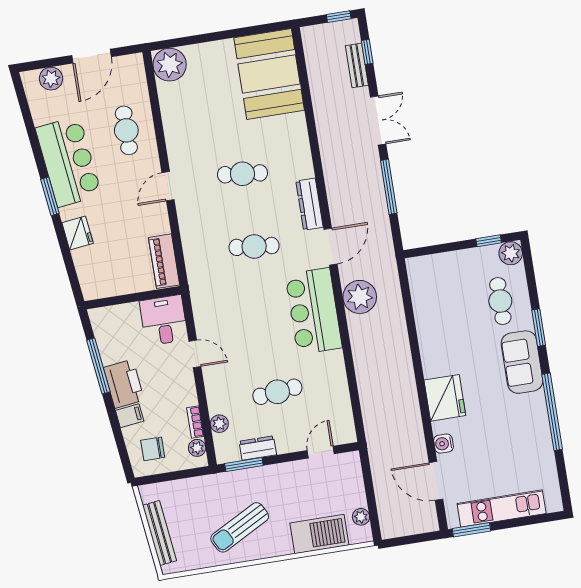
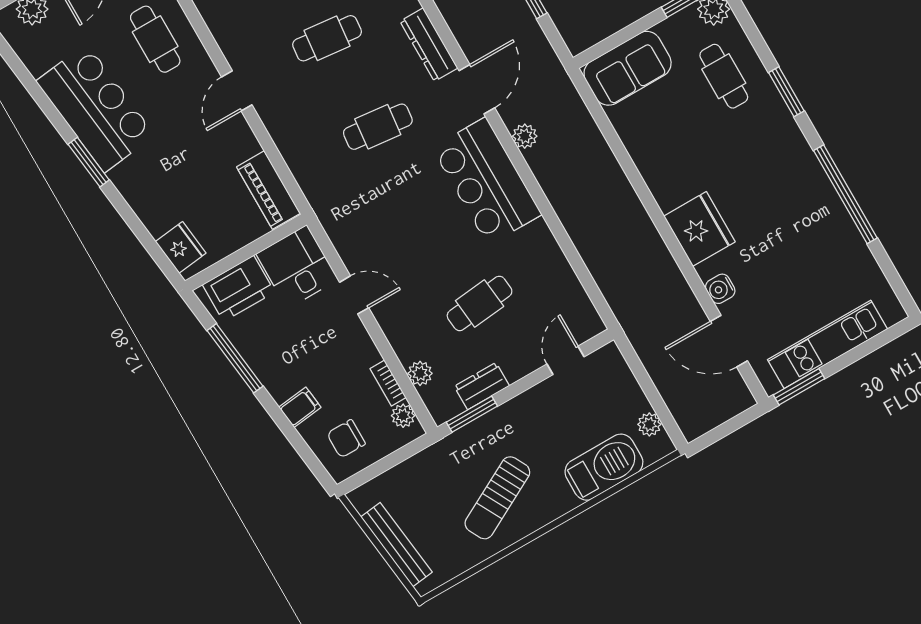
fridge: (78, 233) -> (181, 247), moved
plant: (360, 297) -> (525, 136), width x0.53, depth x0.53
sofa: (522, 362) -> (628, 68), moved, turned -90
printer: (124, 384) -> (238, 288), moved, turned 97

